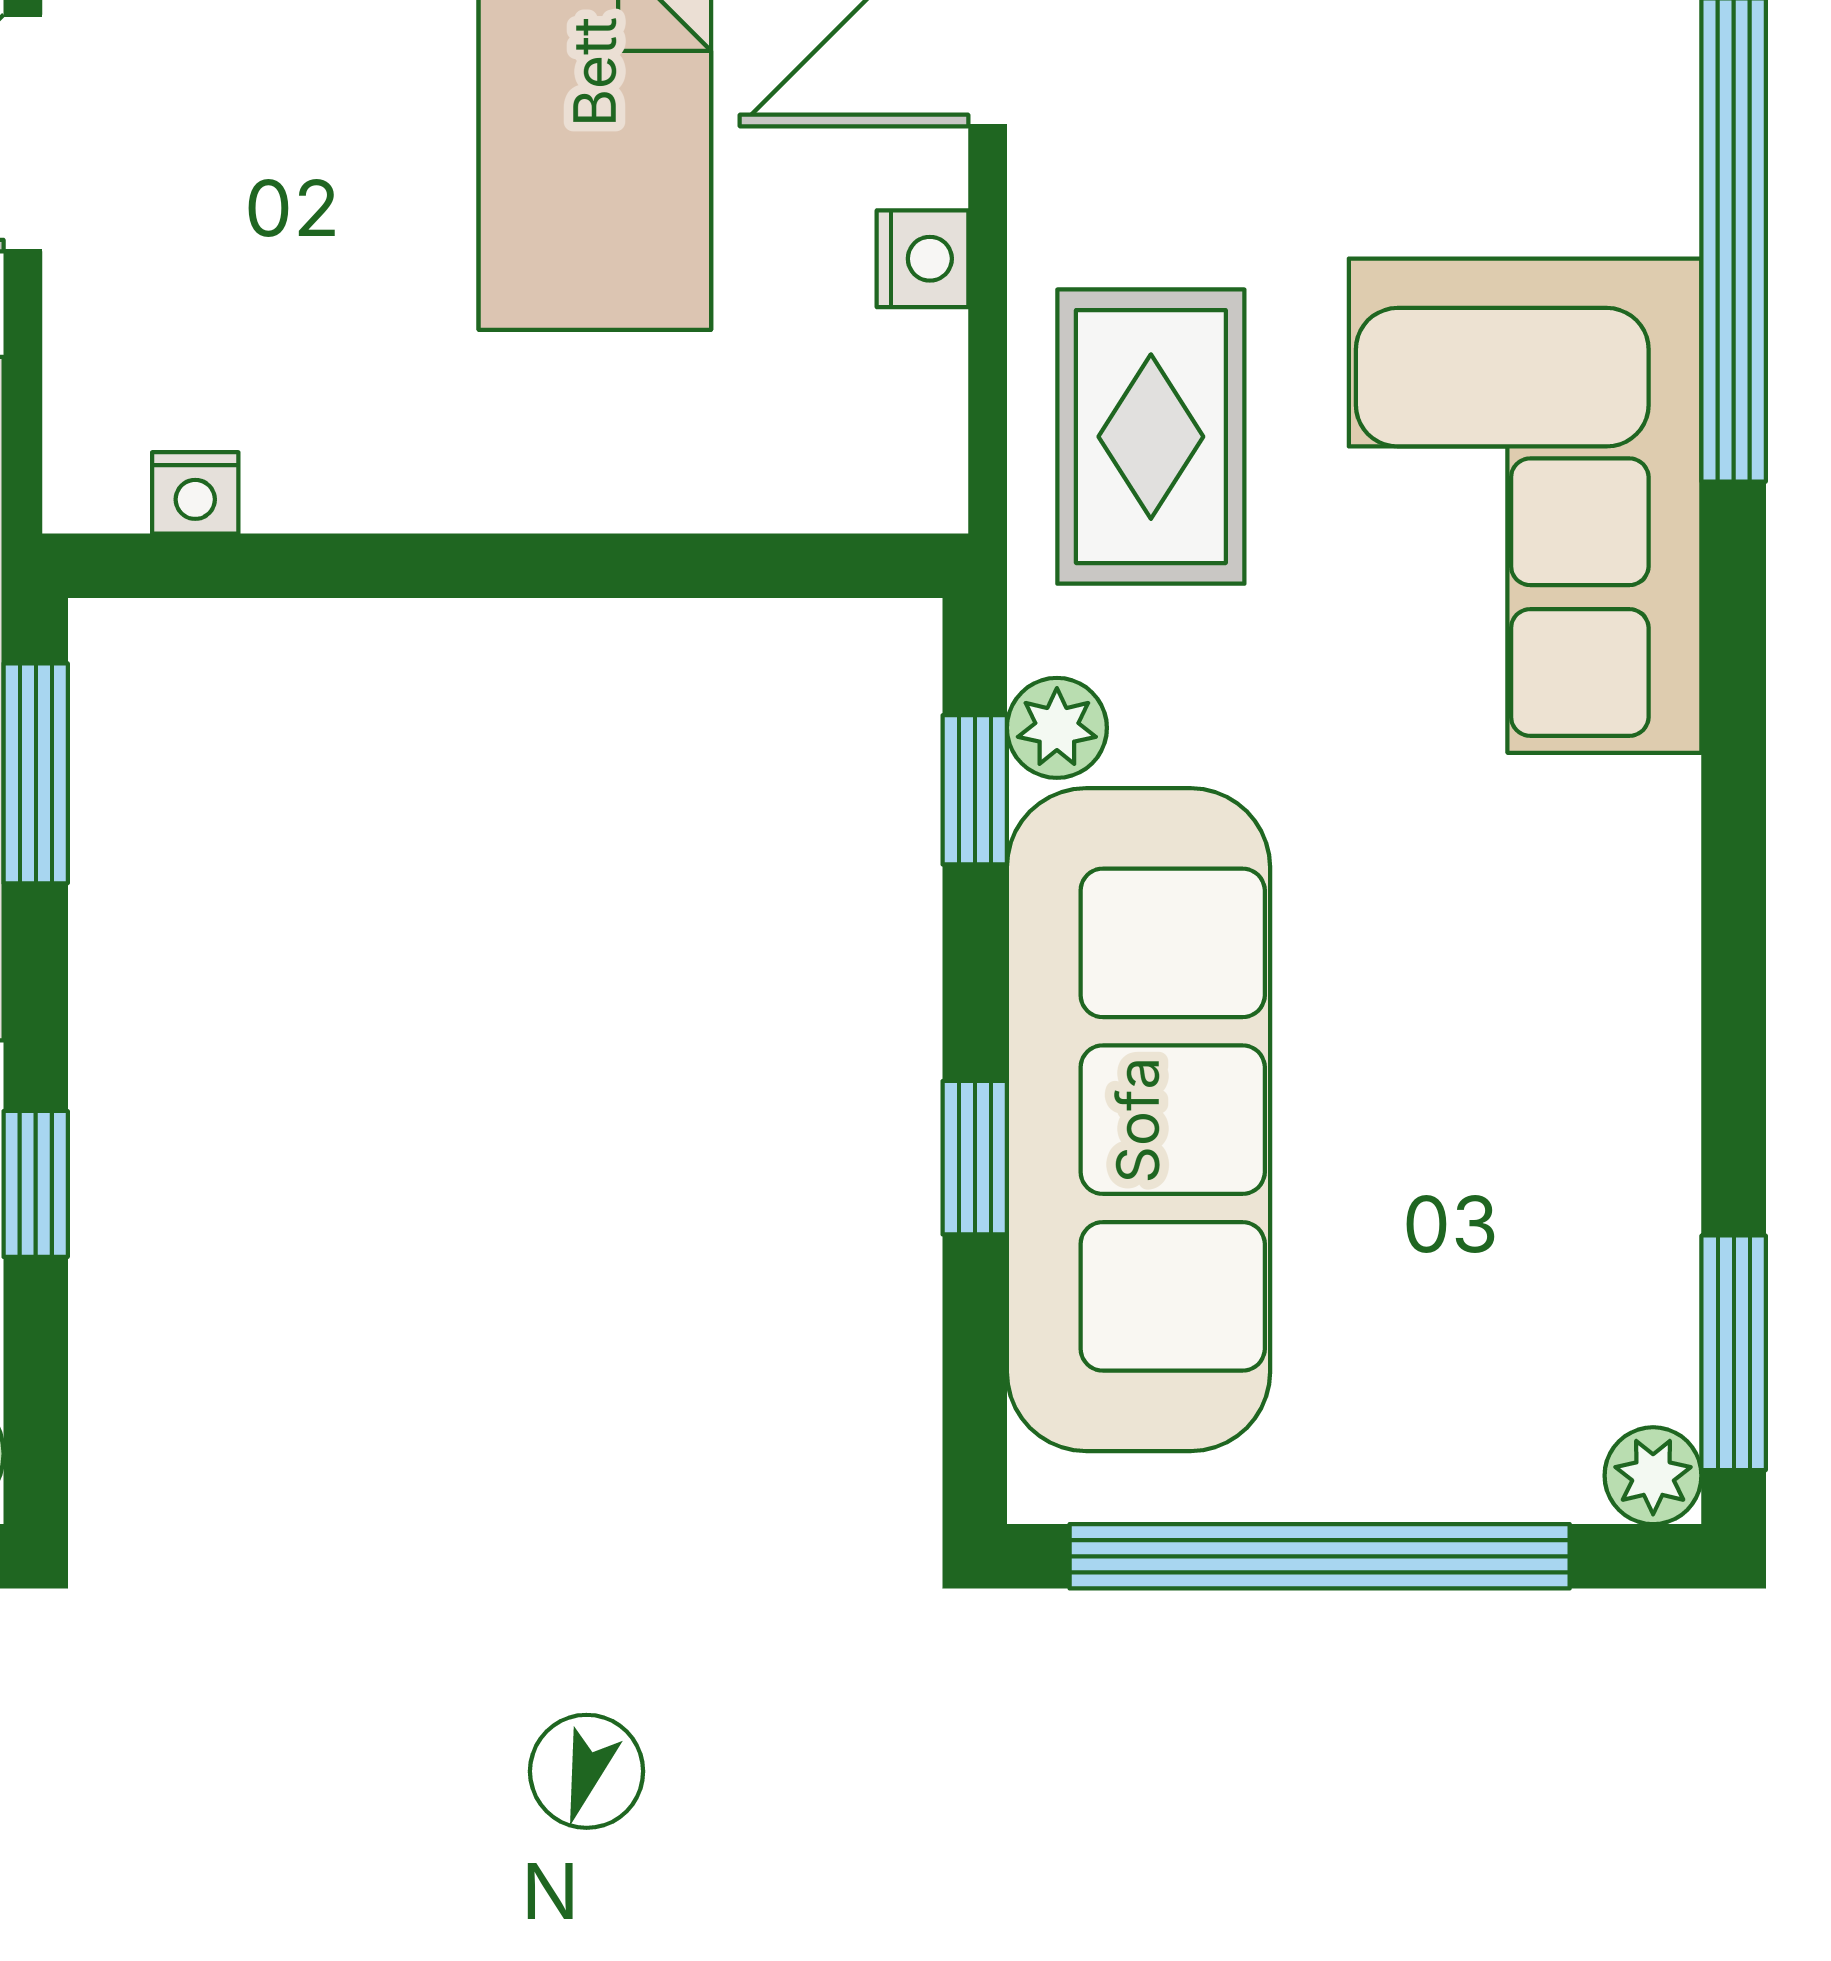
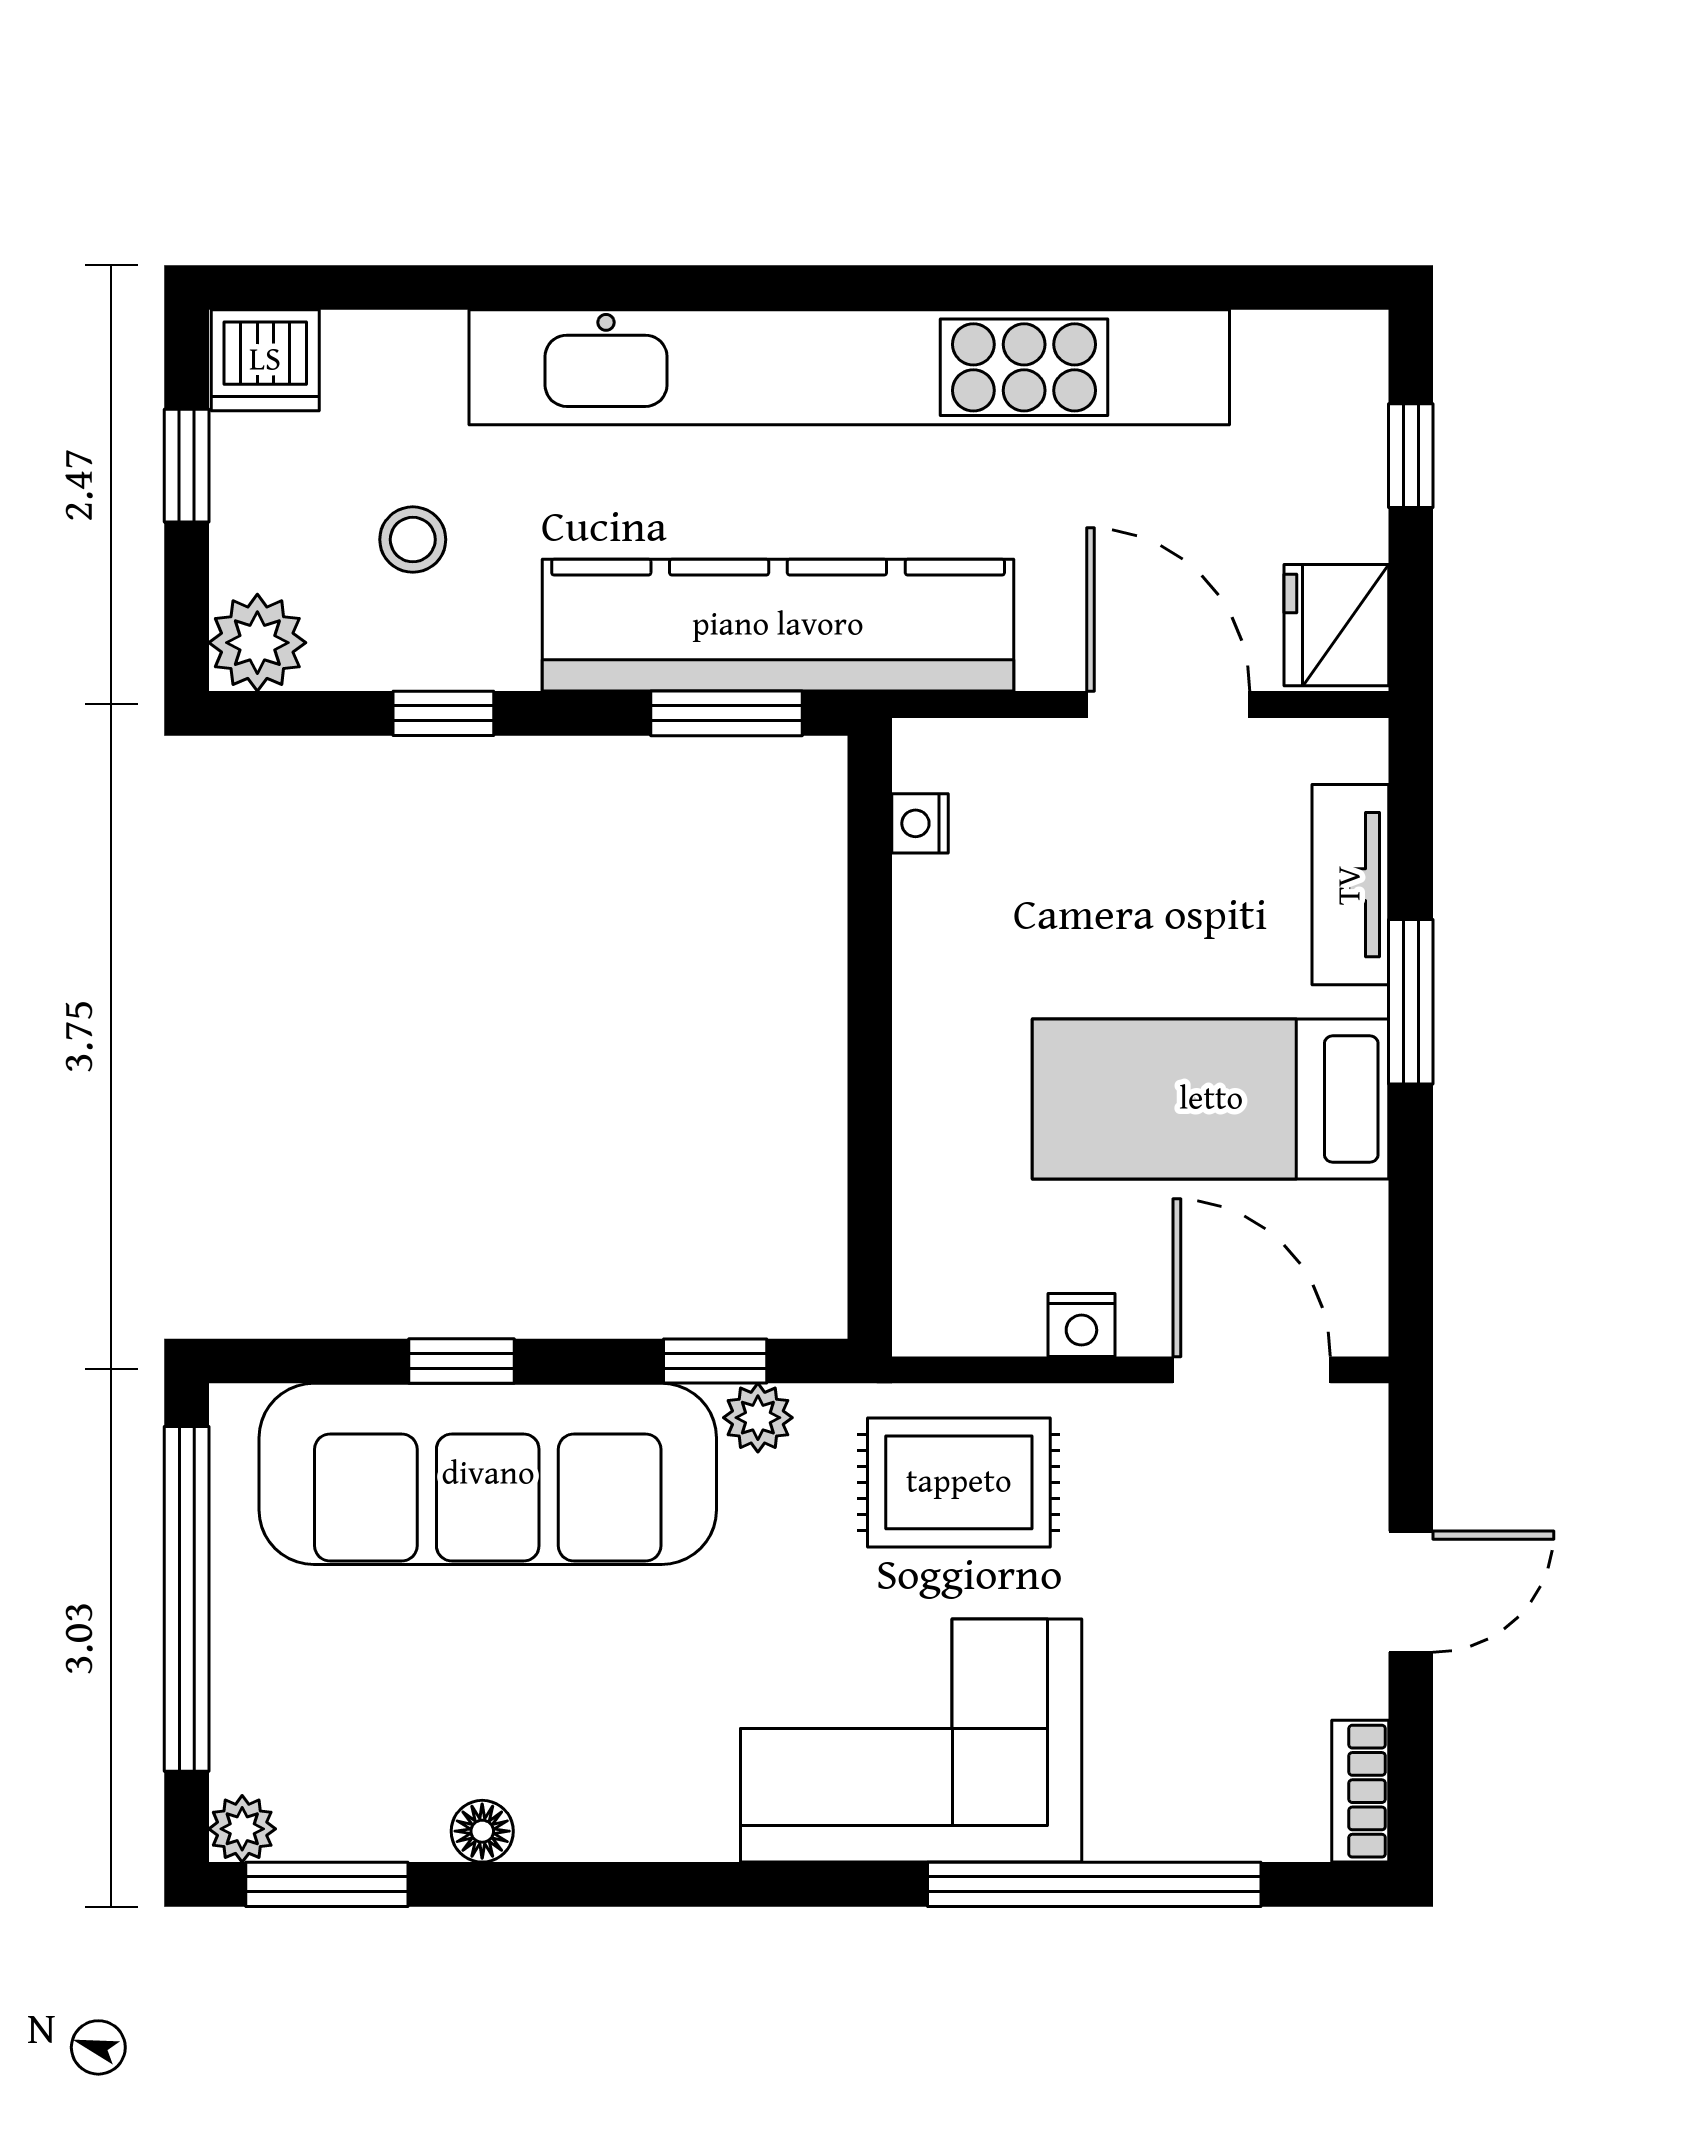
floor lamp: (1657, 1128) -> (482, 1831), added

